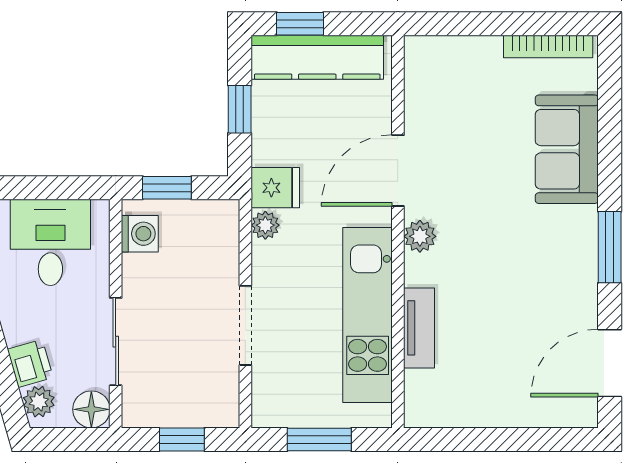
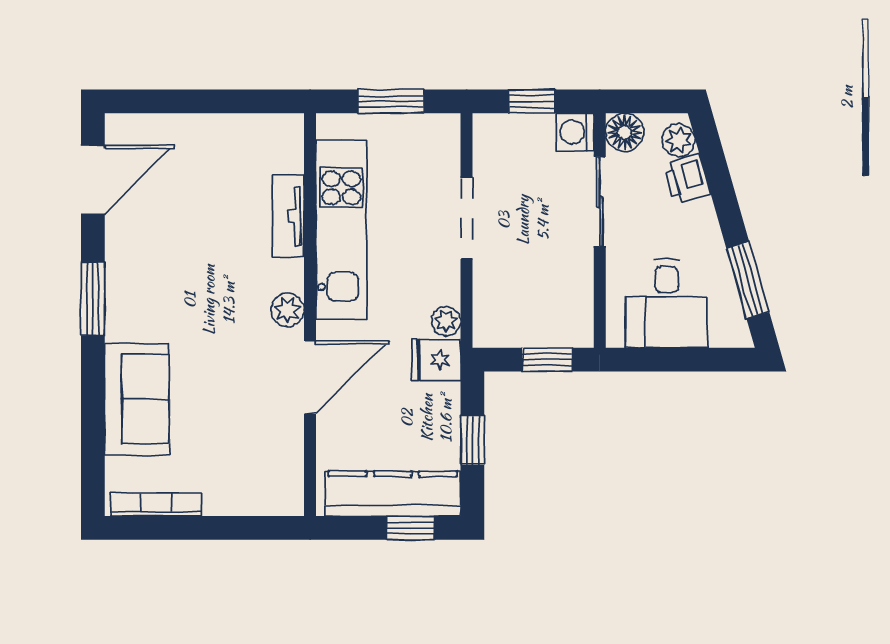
washing machine: (140, 234) -> (575, 132), moved

